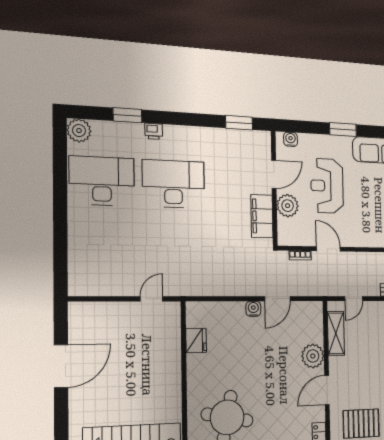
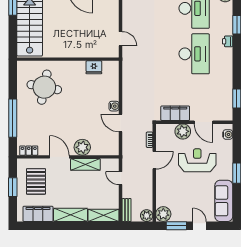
shelving: (336, 333) -> (85, 164), moved

